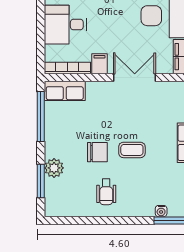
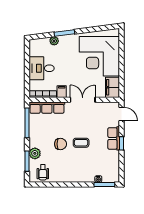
row of seats: (65, 91) -> (47, 108), width x1.48
wheelchair: (106, 192) -> (43, 172), moved

